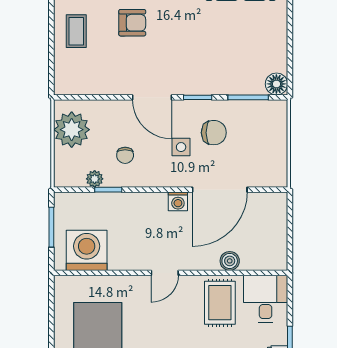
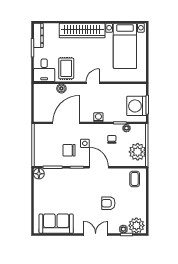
coffee table: (76, 31) -> (135, 179), moved
washing machine: (178, 201) -> (98, 117), moved
washing machine: (87, 250) -> (137, 106), moved, turned 90

